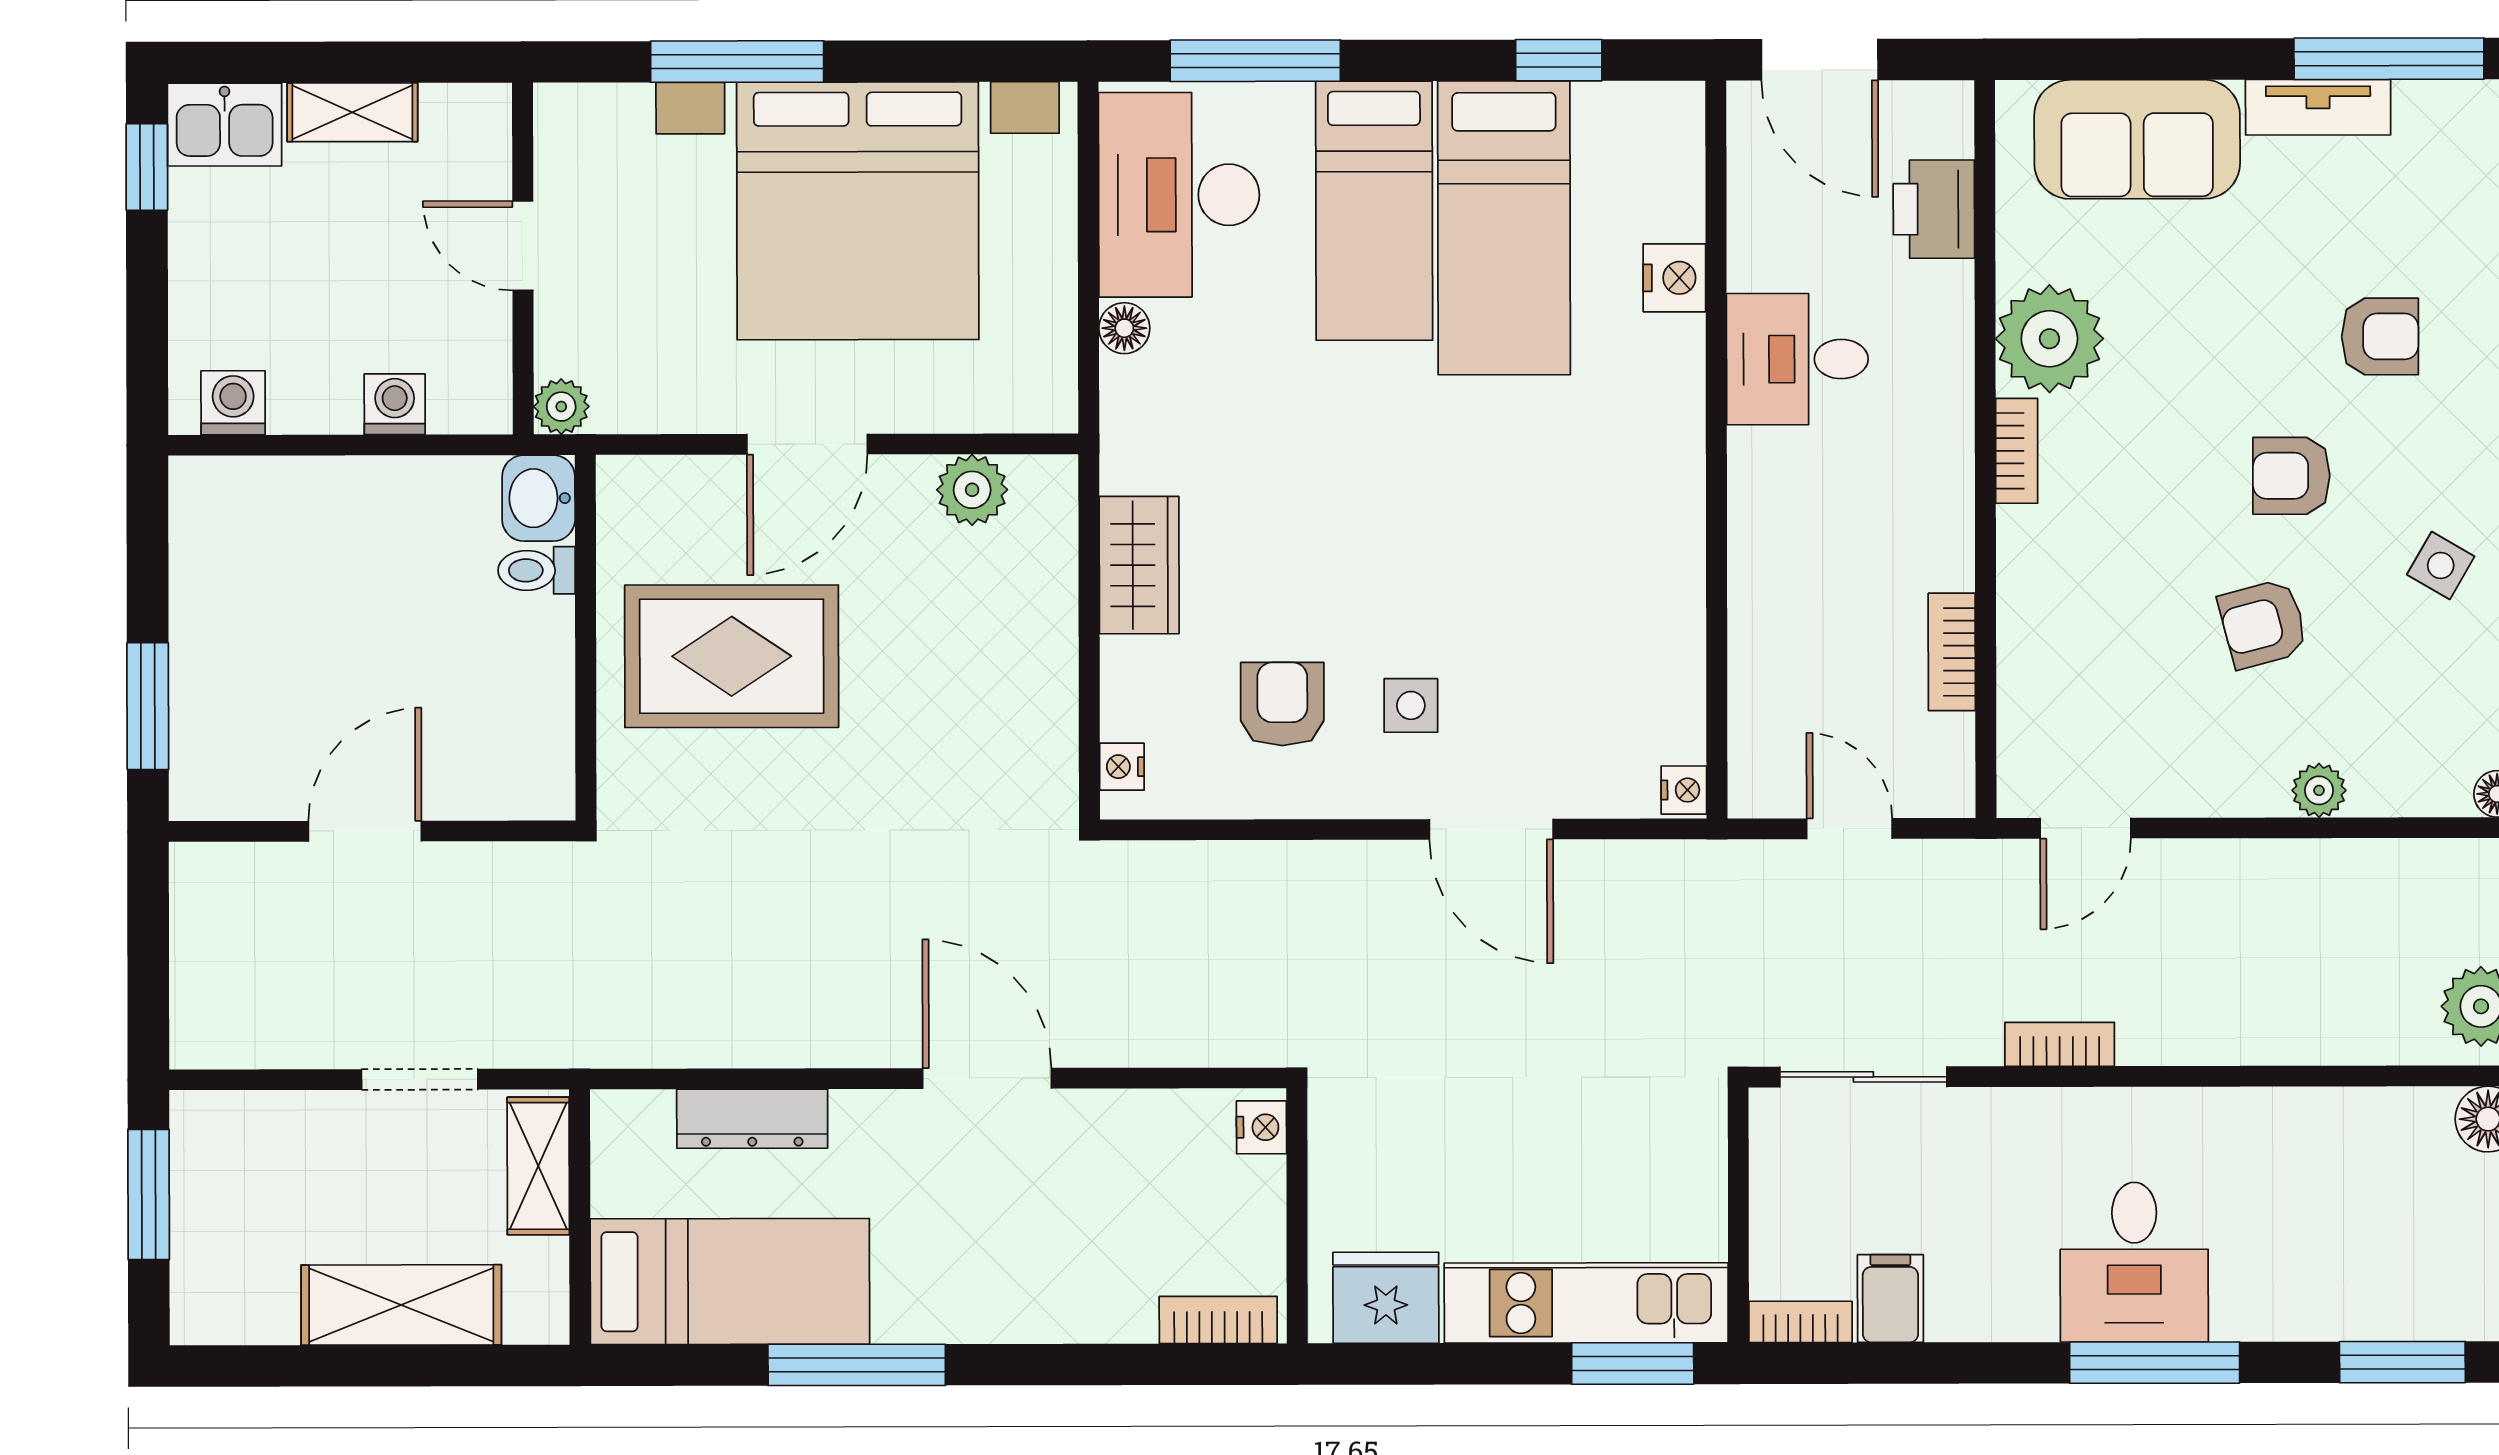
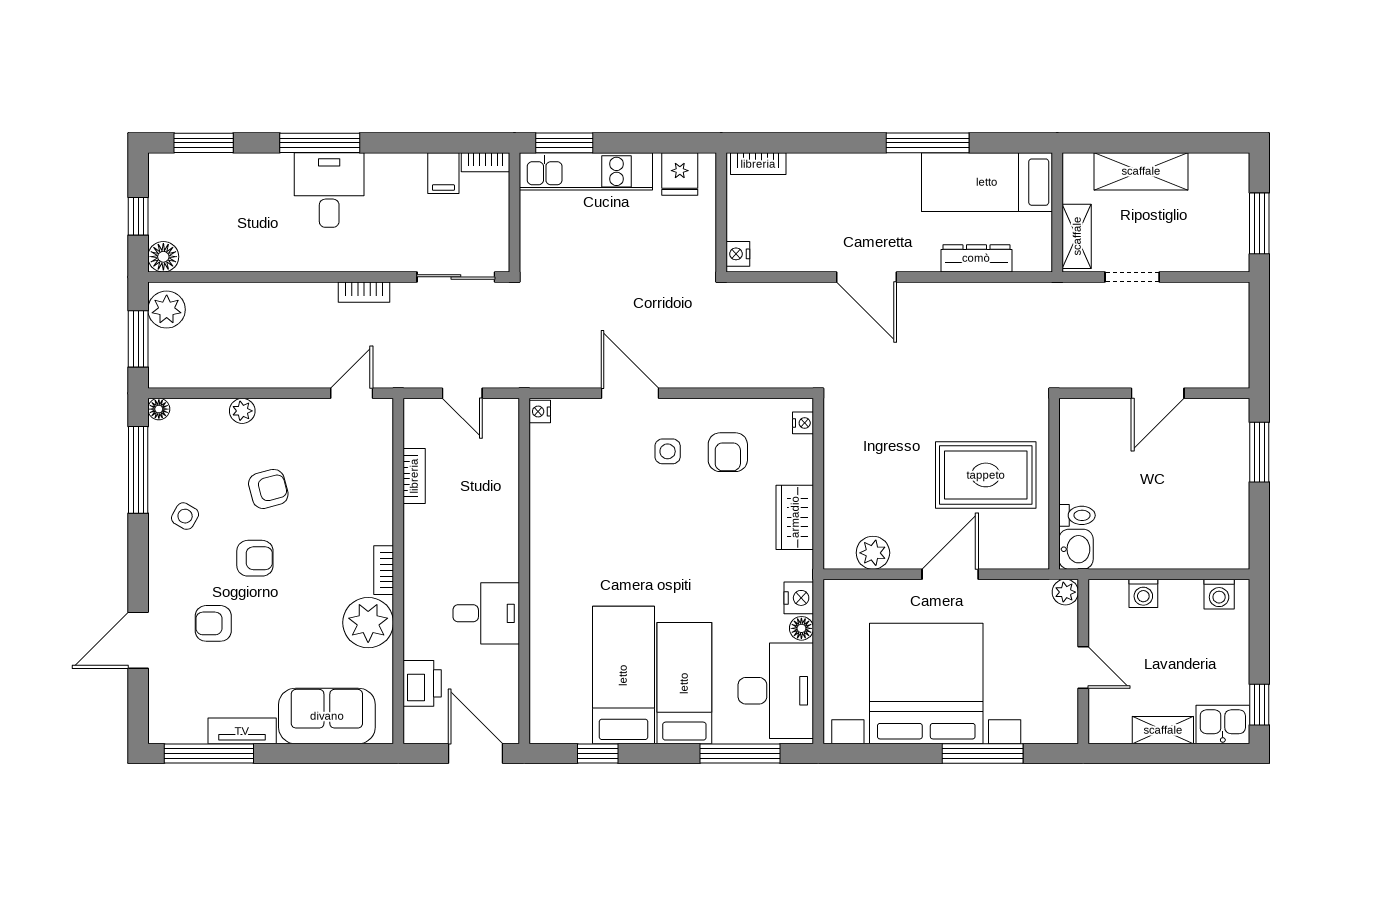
nightstand: (1674, 278) -> (799, 598), moved, turned 180
fridge: (1386, 1298) -> (680, 174), width x0.72

